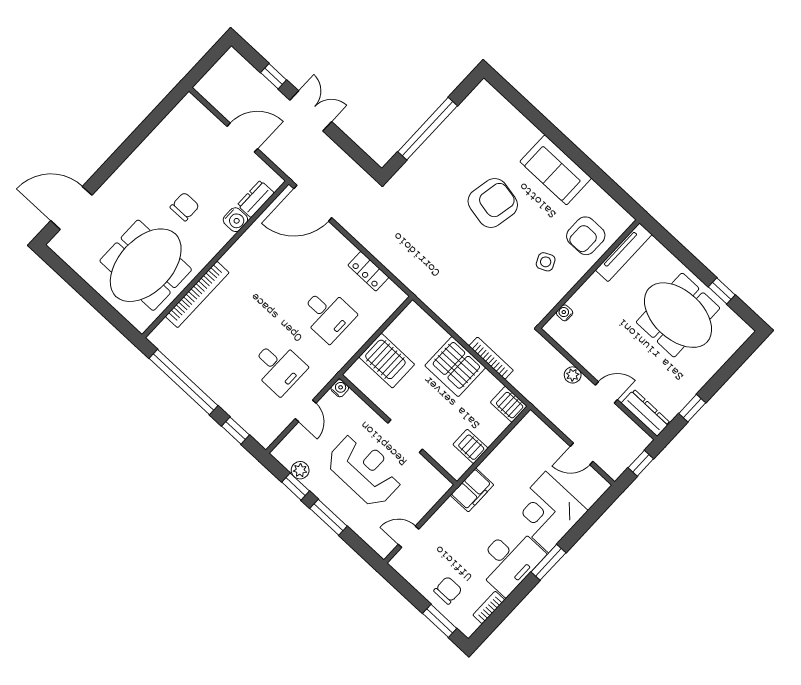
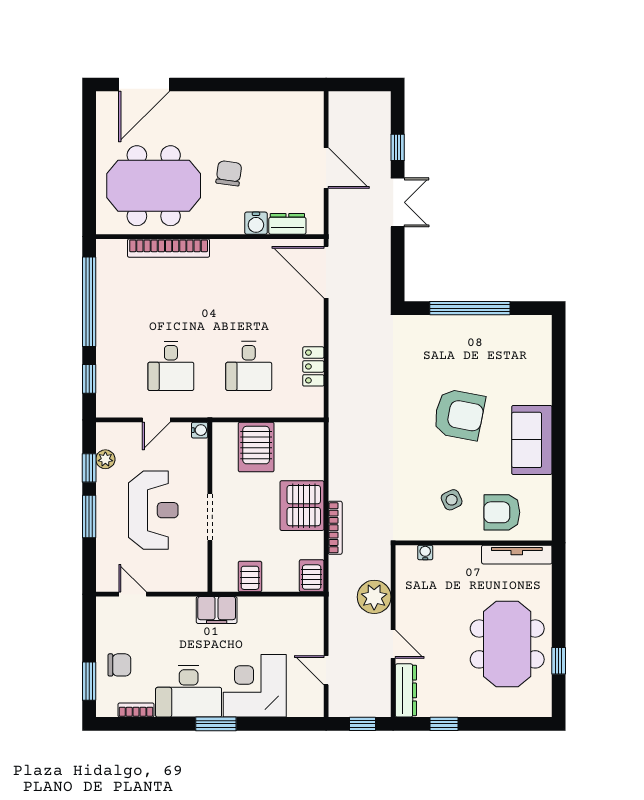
chair: (185, 207) -> (229, 173), turned -82
door: (71, 208) -> (144, 84), swing flipped
plant: (573, 375) -> (374, 597), width x1.88, depth x1.88

